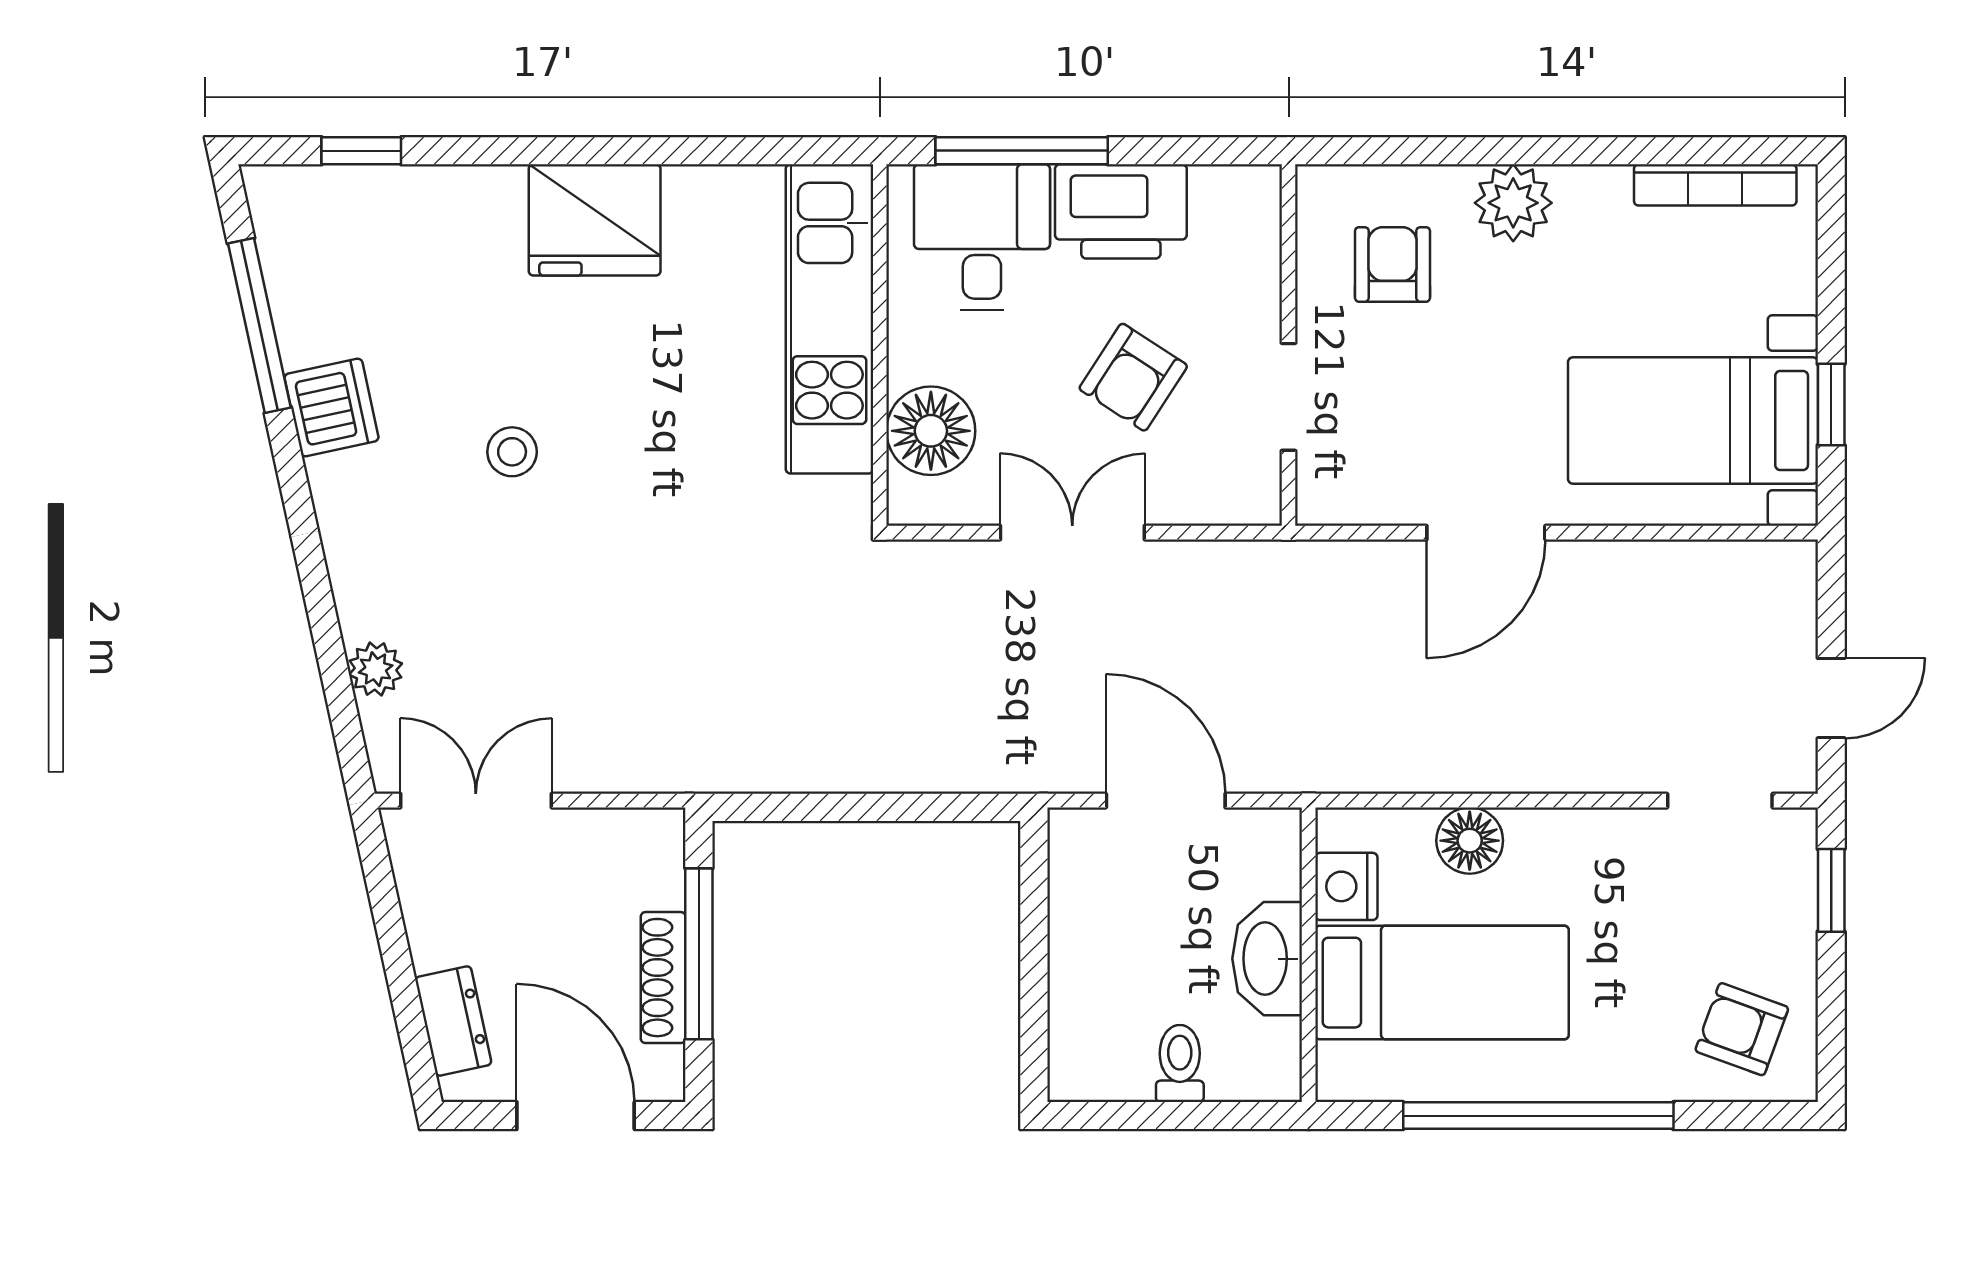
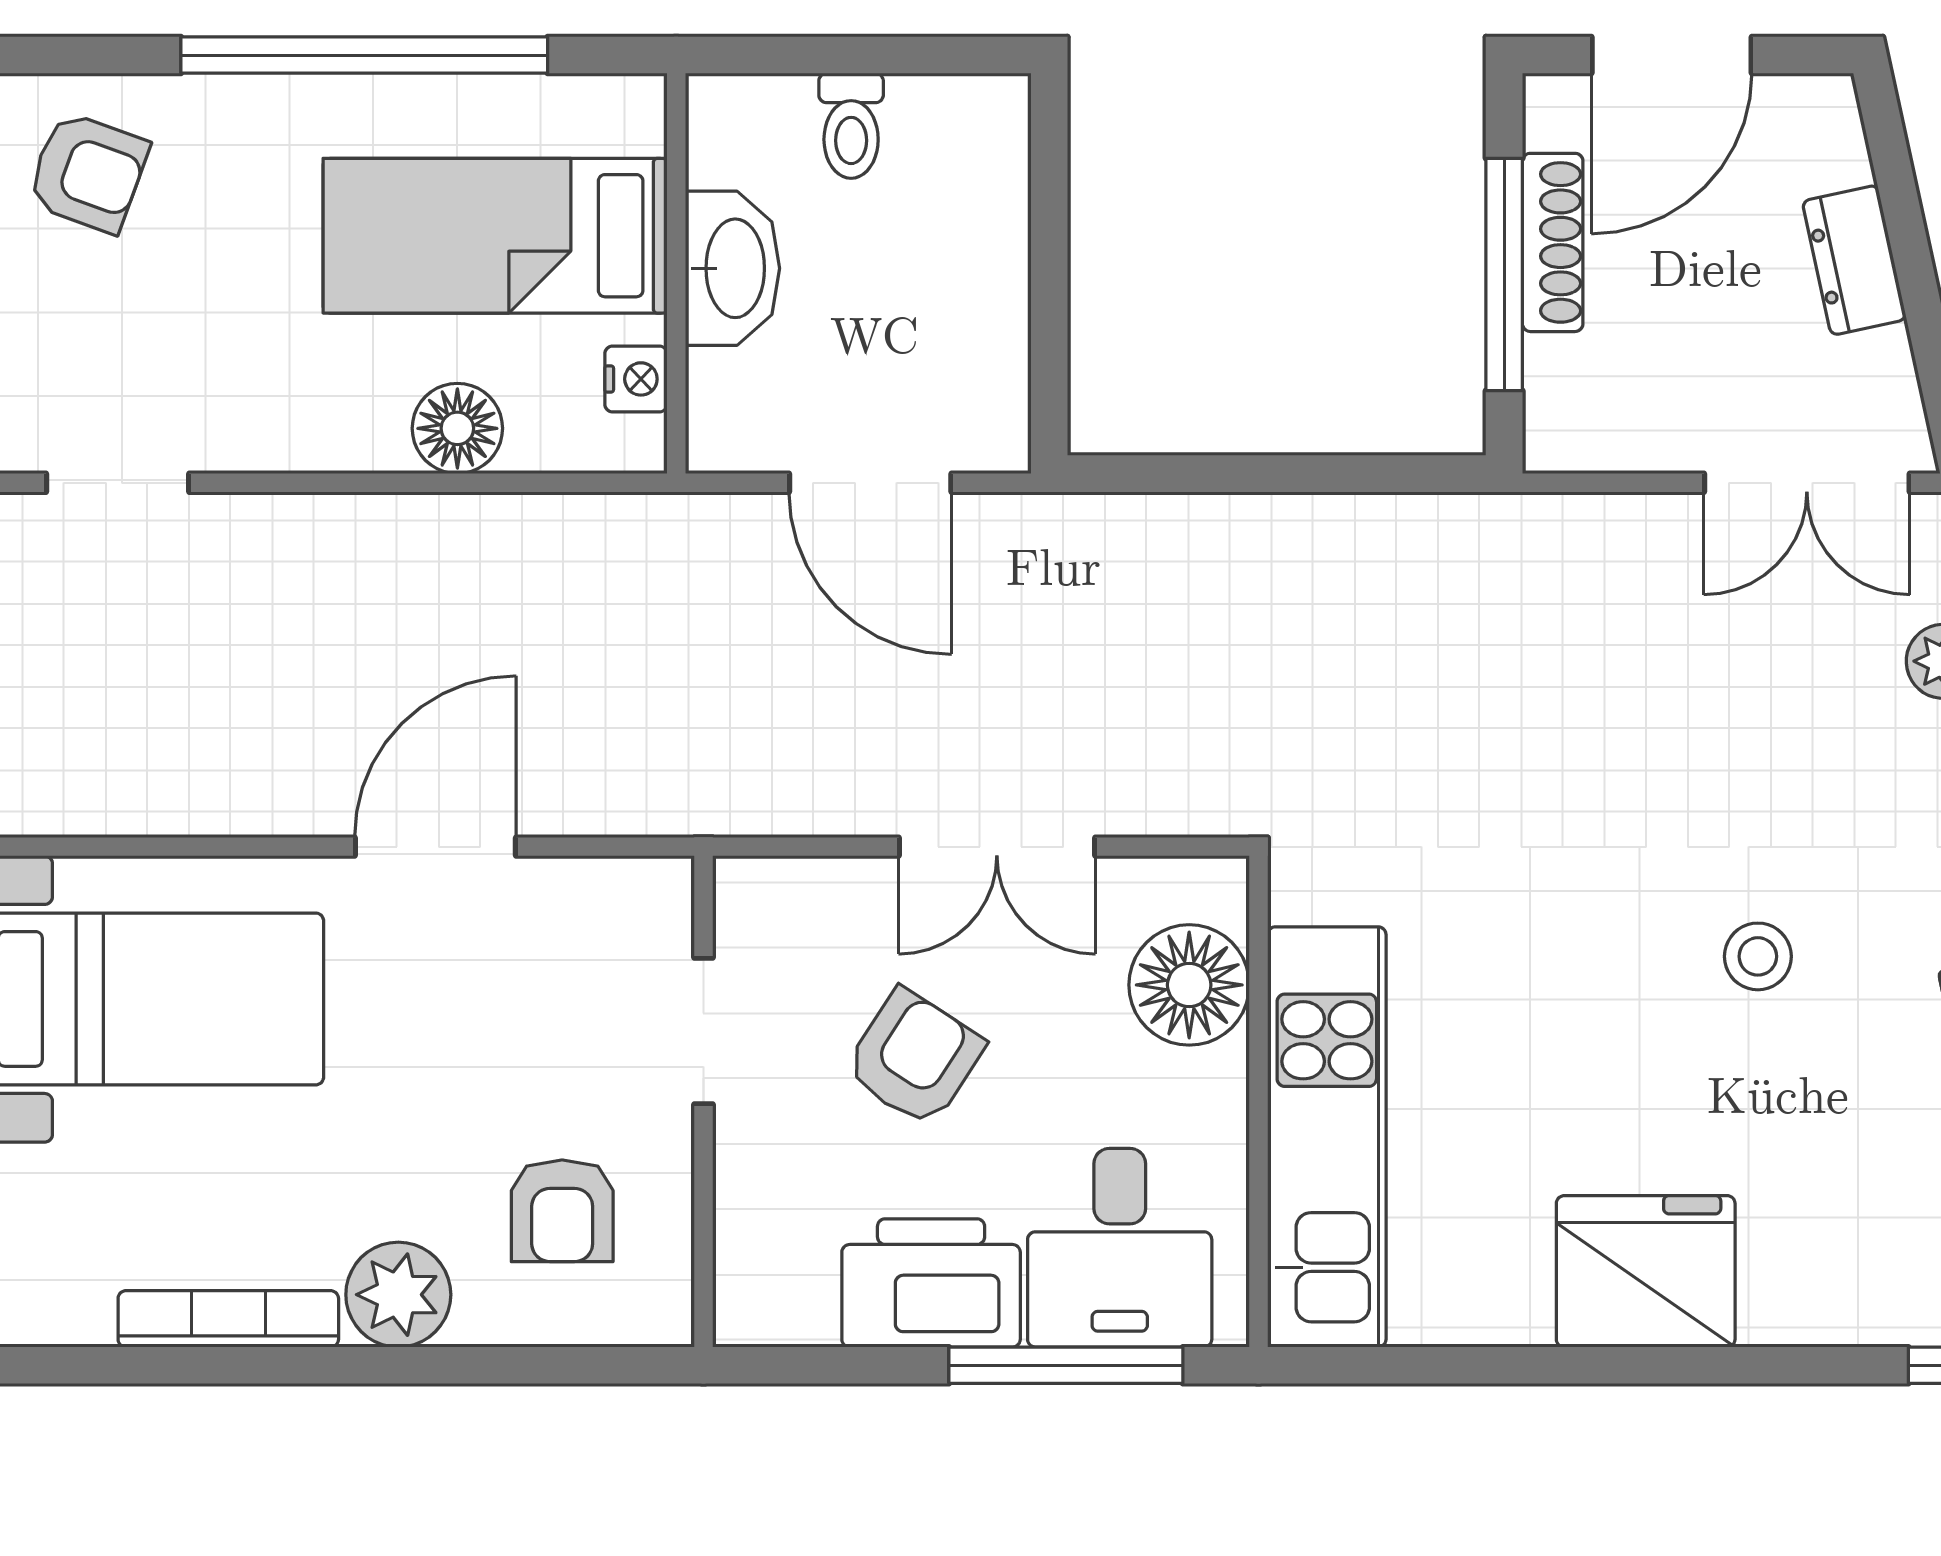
bookcase: (1715, 185) -> (228, 1319), moved
nightstand: (1346, 886) -> (636, 379), width x0.72, depth x0.74
dresser: (453, 1021) -> (1854, 260), moved
door: (576, 1116) -> (1672, 55), hinge flipped

